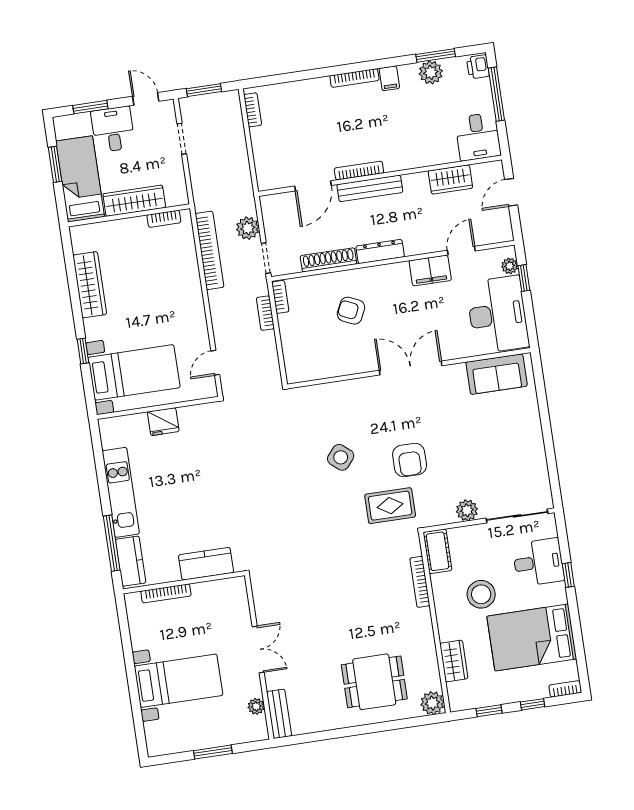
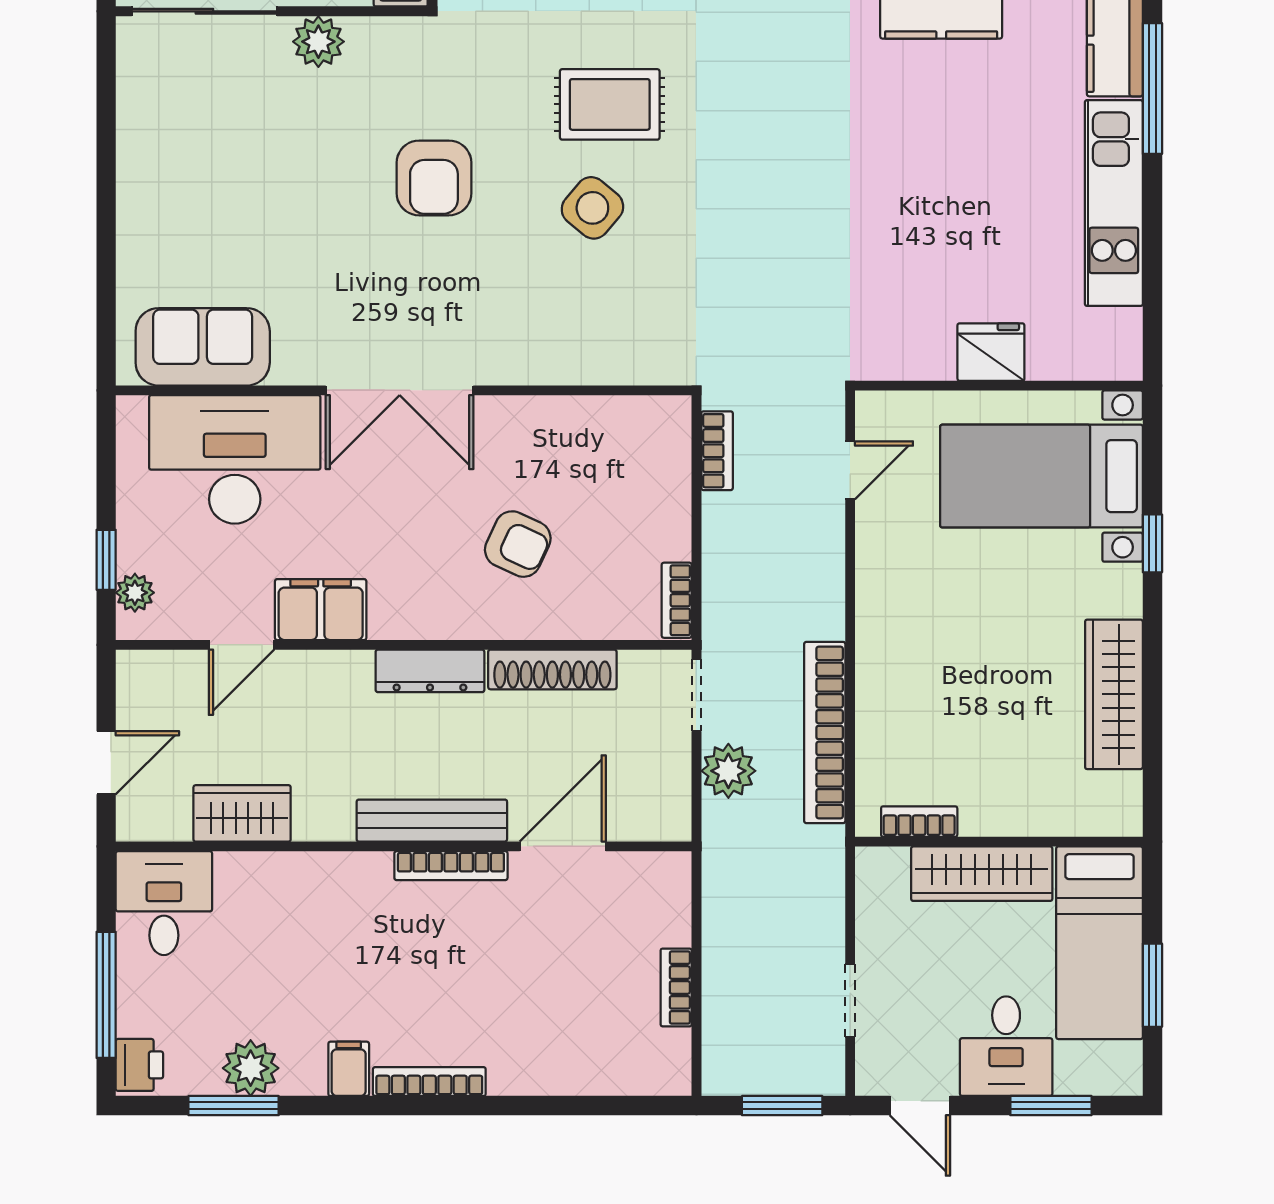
bookcase: (253, 110) -> (676, 987), moved
bookcase: (265, 313) -> (717, 451), moved
desk: (498, 315) -> (235, 459), moved, turned 90
armchair: (410, 460) -> (434, 178), turned 180
rug: (390, 506) -> (610, 104), moved

